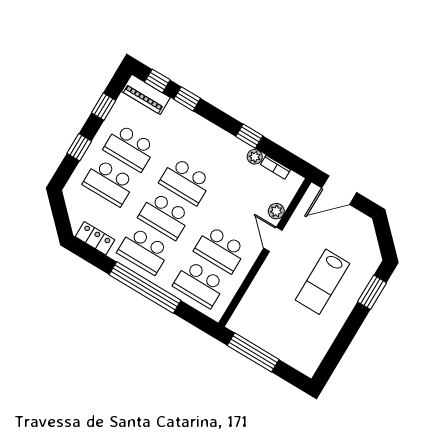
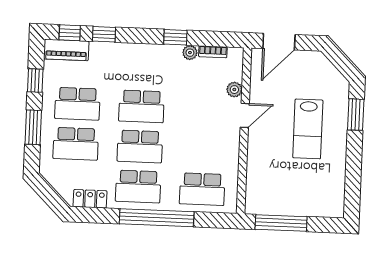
window: (79, 147) -> (33, 127), width x1.50
door: (273, 239) -> (245, 115), swing flipped
school desk: (220, 249) -> (204, 149), removed

